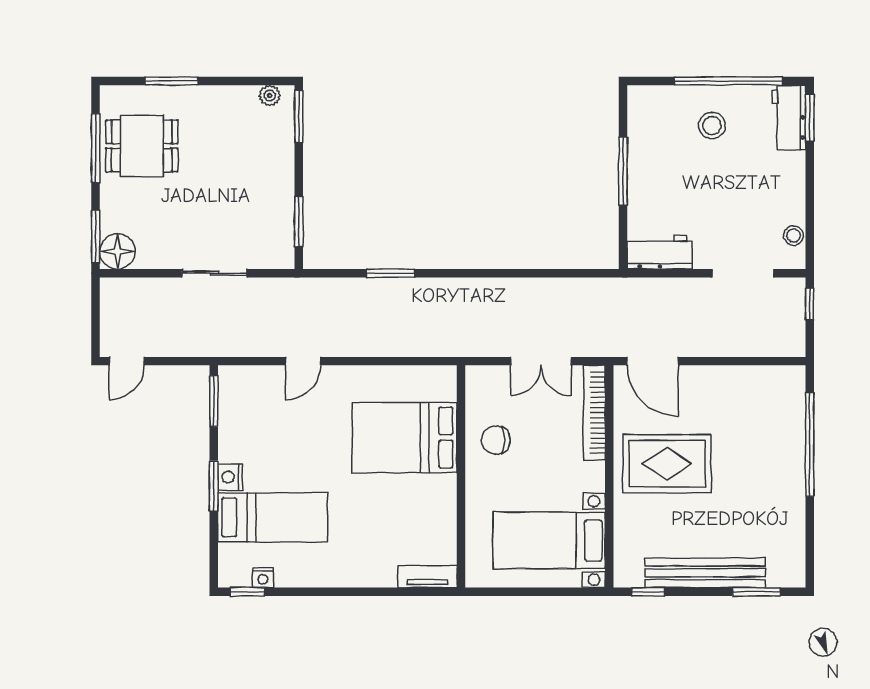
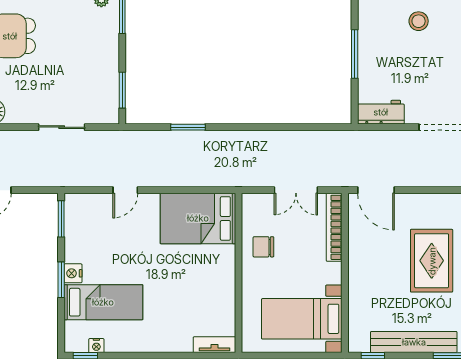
bed: (404, 438) -> (198, 218), moved
rug: (667, 464) -> (432, 261), moved, turned 90

